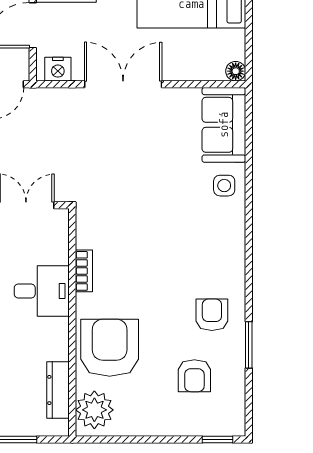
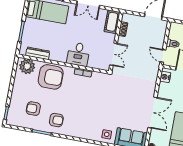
double door: (123, 84) -> (152, 112), moved

